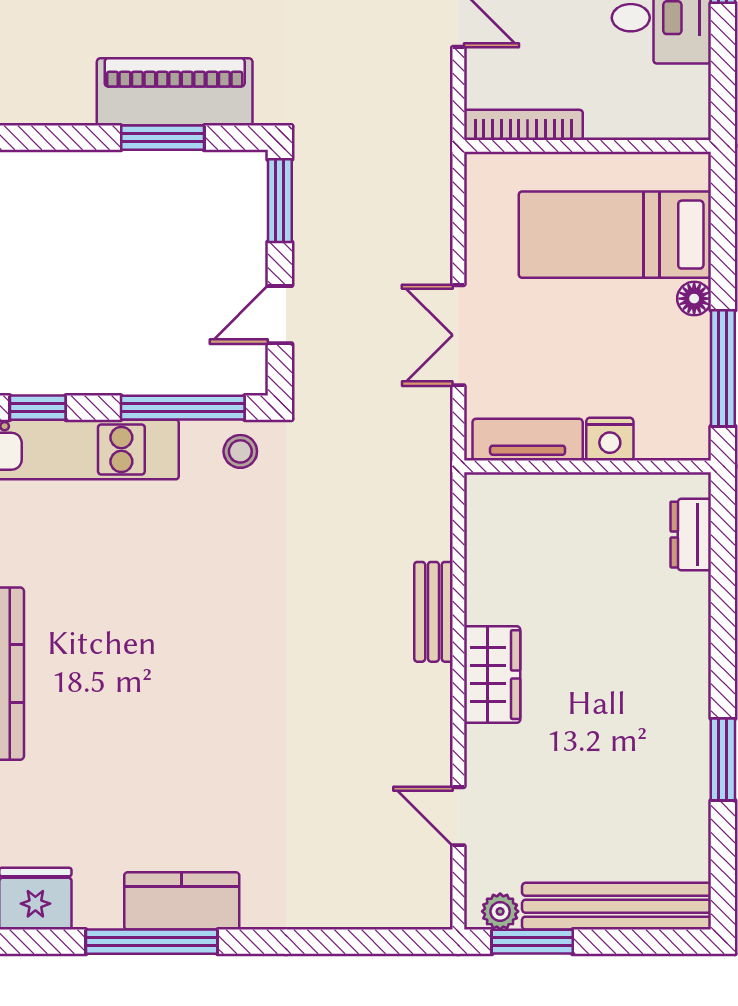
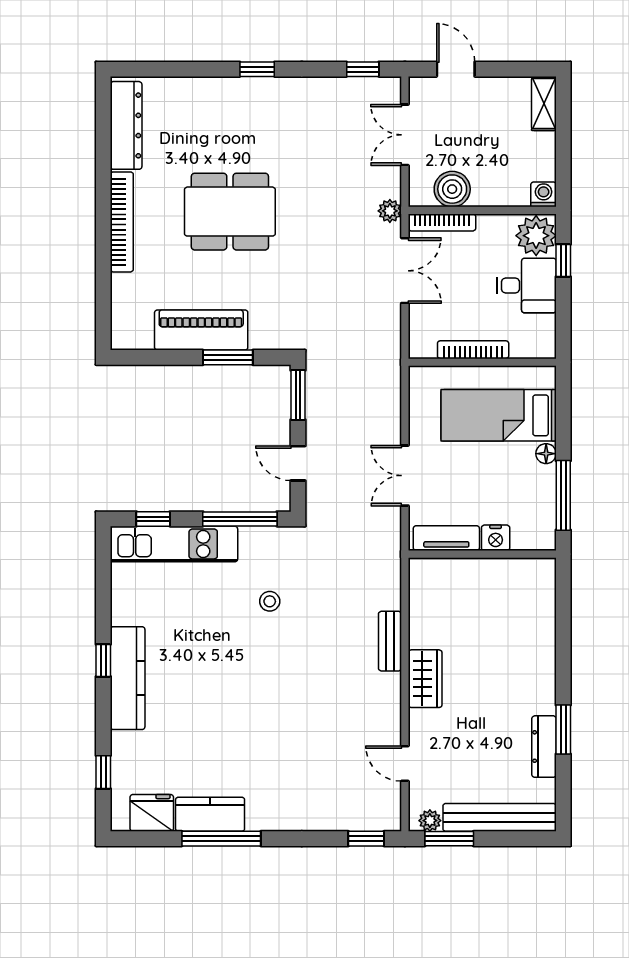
piano: (175, 92) -> (201, 330), moved
bookcase: (523, 125) -> (473, 350), moved
door: (280, 315) -> (298, 463), hinge flipped
stool: (240, 451) -> (270, 601), moved
dresser: (691, 535) -> (544, 747), moved, width x1.44
kitchen counter: (182, 901) -> (210, 814), moved
window: (394, 942) -> (366, 839), added

